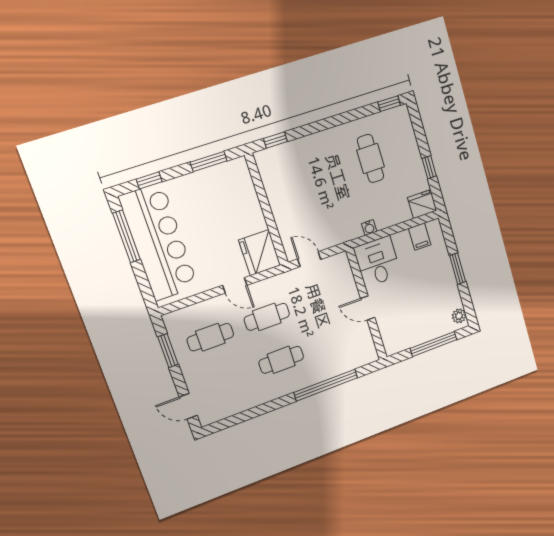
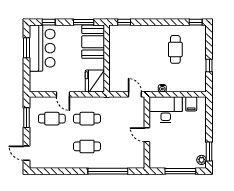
booth: (235, 189) -> (93, 42), added
fridge: (422, 204) -> (198, 85), removed
window: (126, 236) -> (26, 48), width x0.69
bar counter: (159, 242) -> (42, 48), width x0.73
door: (309, 259) -> (135, 94), moved
desk: (377, 262) -> (166, 110), width x1.37
window: (458, 269) -> (209, 151), moved
door: (235, 285) -> (63, 94), moved

